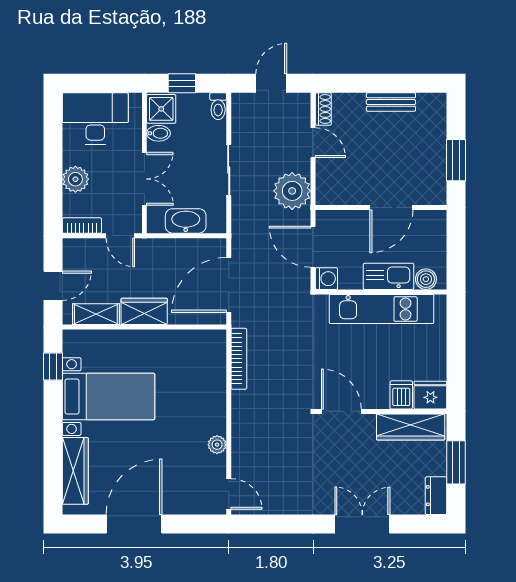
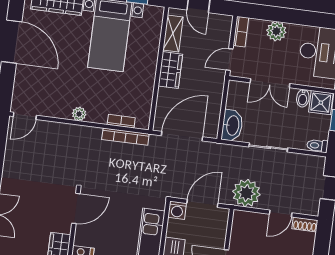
washbasin: (186, 221) -> (232, 125), moved
door: (229, 285) -> (182, 136), hinge flipped
bookcase: (219, 367) -> (121, 121), added
plant: (217, 445) -> (79, 114), moved

